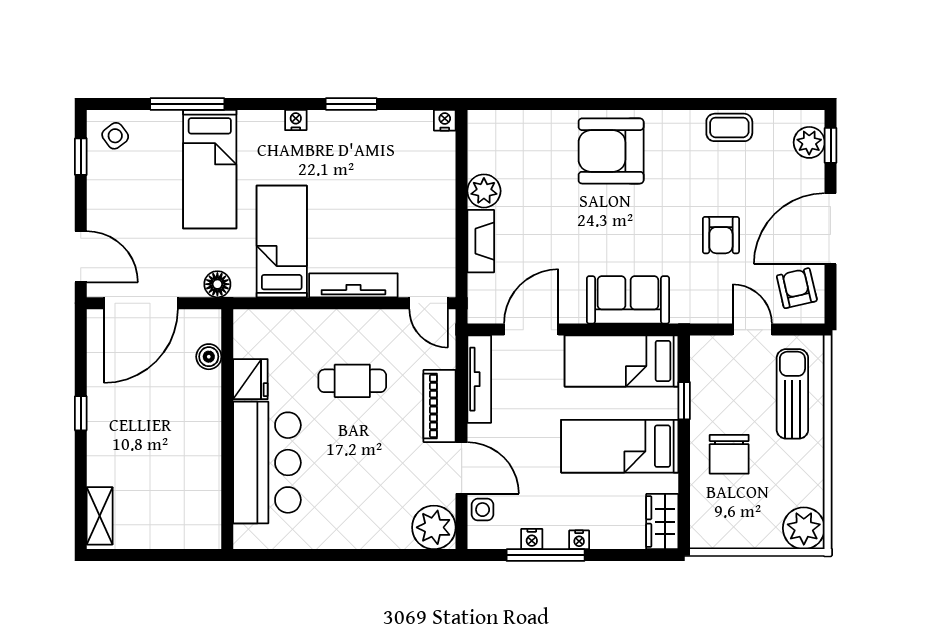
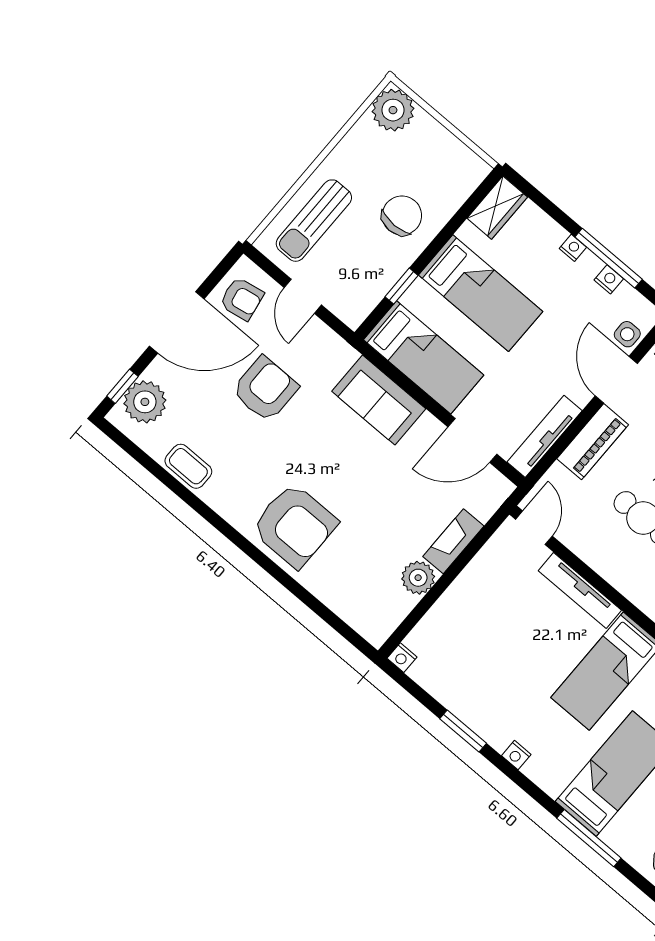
plant: (809, 142) -> (145, 402), width x1.36, depth x1.36
armchair: (721, 235) -> (265, 389), width x1.38, depth x1.38
armchair: (797, 288) -> (242, 299), turned -87

